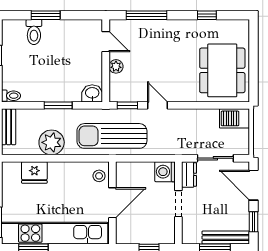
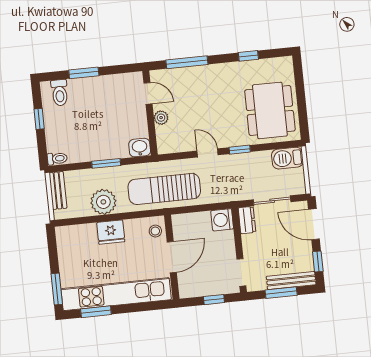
toilet: (34, 32) -> (60, 93), moved
window: (127, 105) -> (240, 150), moved
fridge: (34, 172) -> (111, 232), moved
doorway: (178, 204) -> (241, 272), moved

